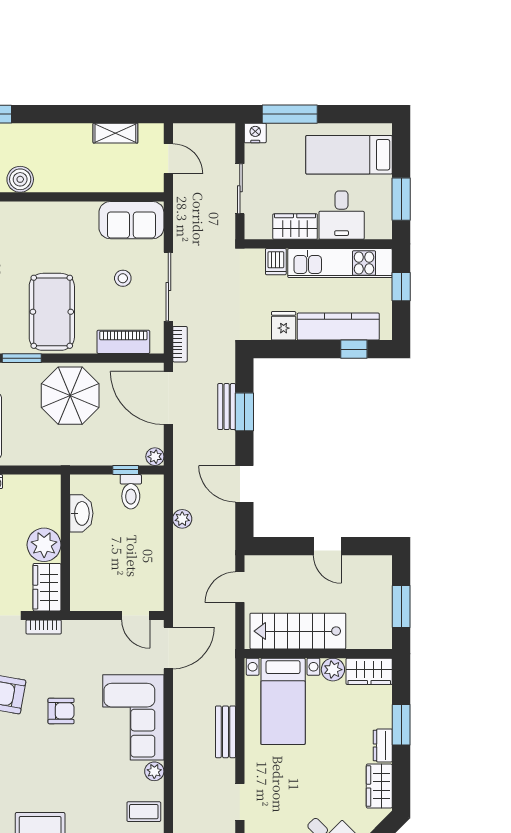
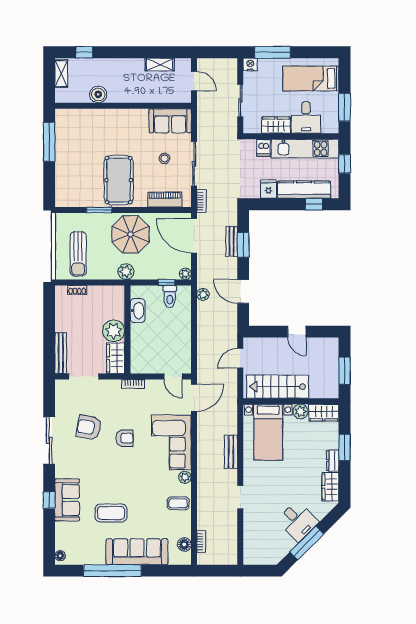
plant: (63, 453) -> (126, 272), added
plant: (182, 519) -> (203, 294), moved
bookcase: (44, 627) -> (133, 384), moved

